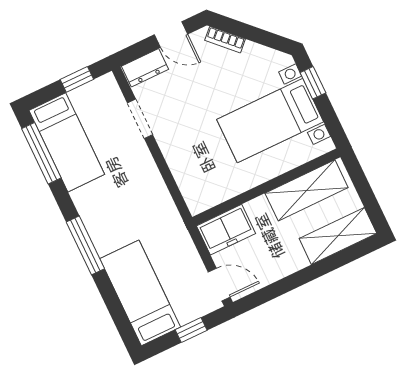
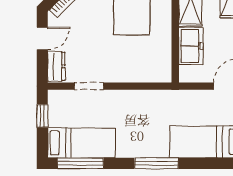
freezer: (226, 230) -> (191, 46), moved

